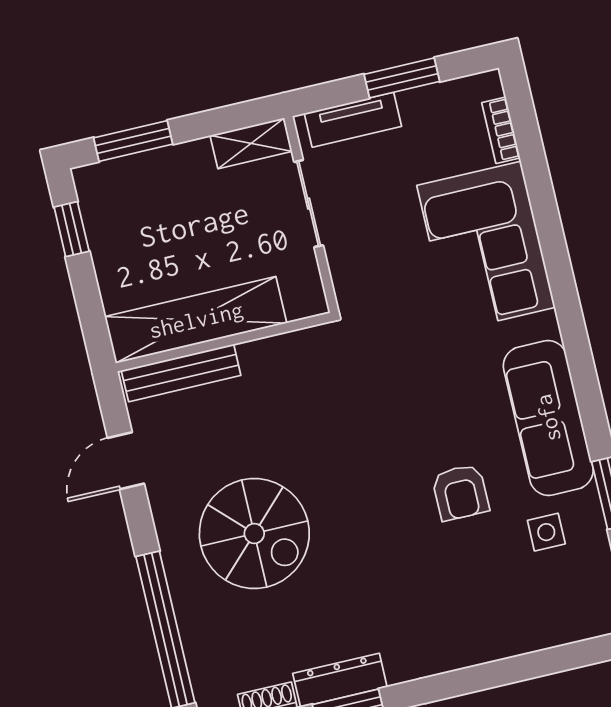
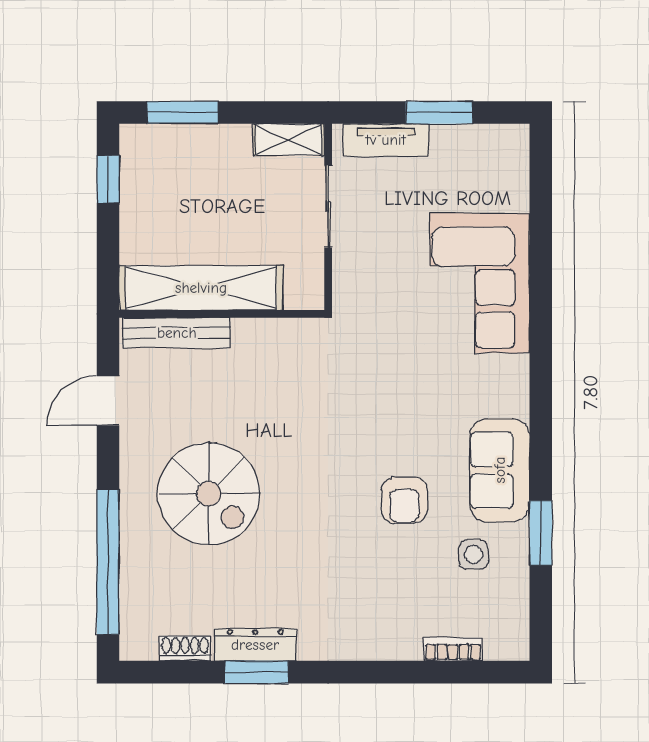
bookcase: (501, 130) -> (453, 649), moved, turned 90
sofa: (548, 418) -> (500, 470), width x0.73

